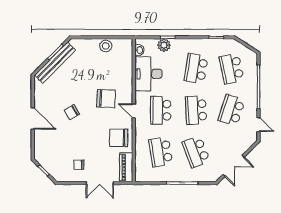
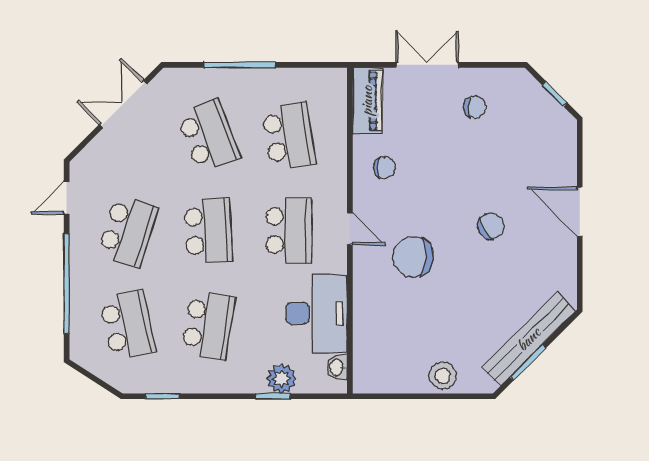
stool: (106, 46) -> (443, 376), moved
door: (258, 125) -> (67, 198), hinge flipped
chair: (119, 138) -> (384, 168), width x0.54, depth x0.54

